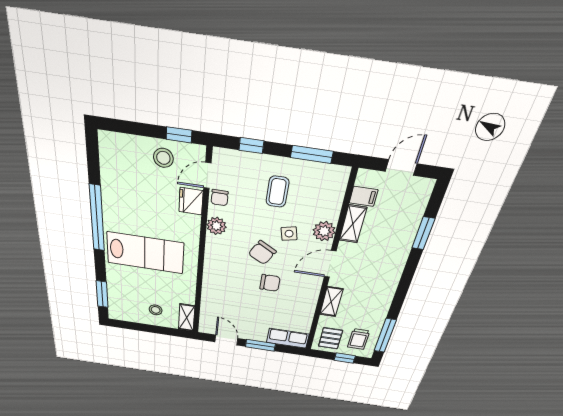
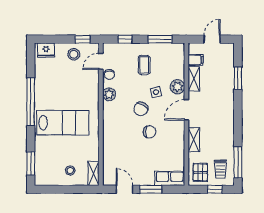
fridge: (191, 201) -> (46, 50), moved, turned -90

